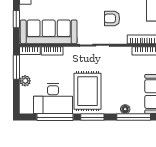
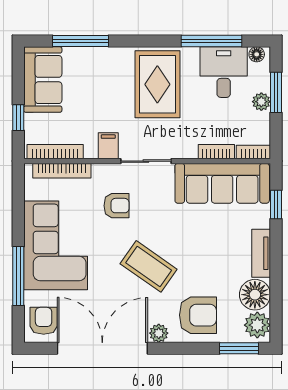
filing cabinet: (117, 54) -> (108, 146), added
window: (16, 67) -> (276, 92), moved
desk: (53, 98) -> (224, 72), width x0.73
floor lamp: (125, 109) -> (257, 54), moved
window: (92, 117) -> (149, 41), removed

